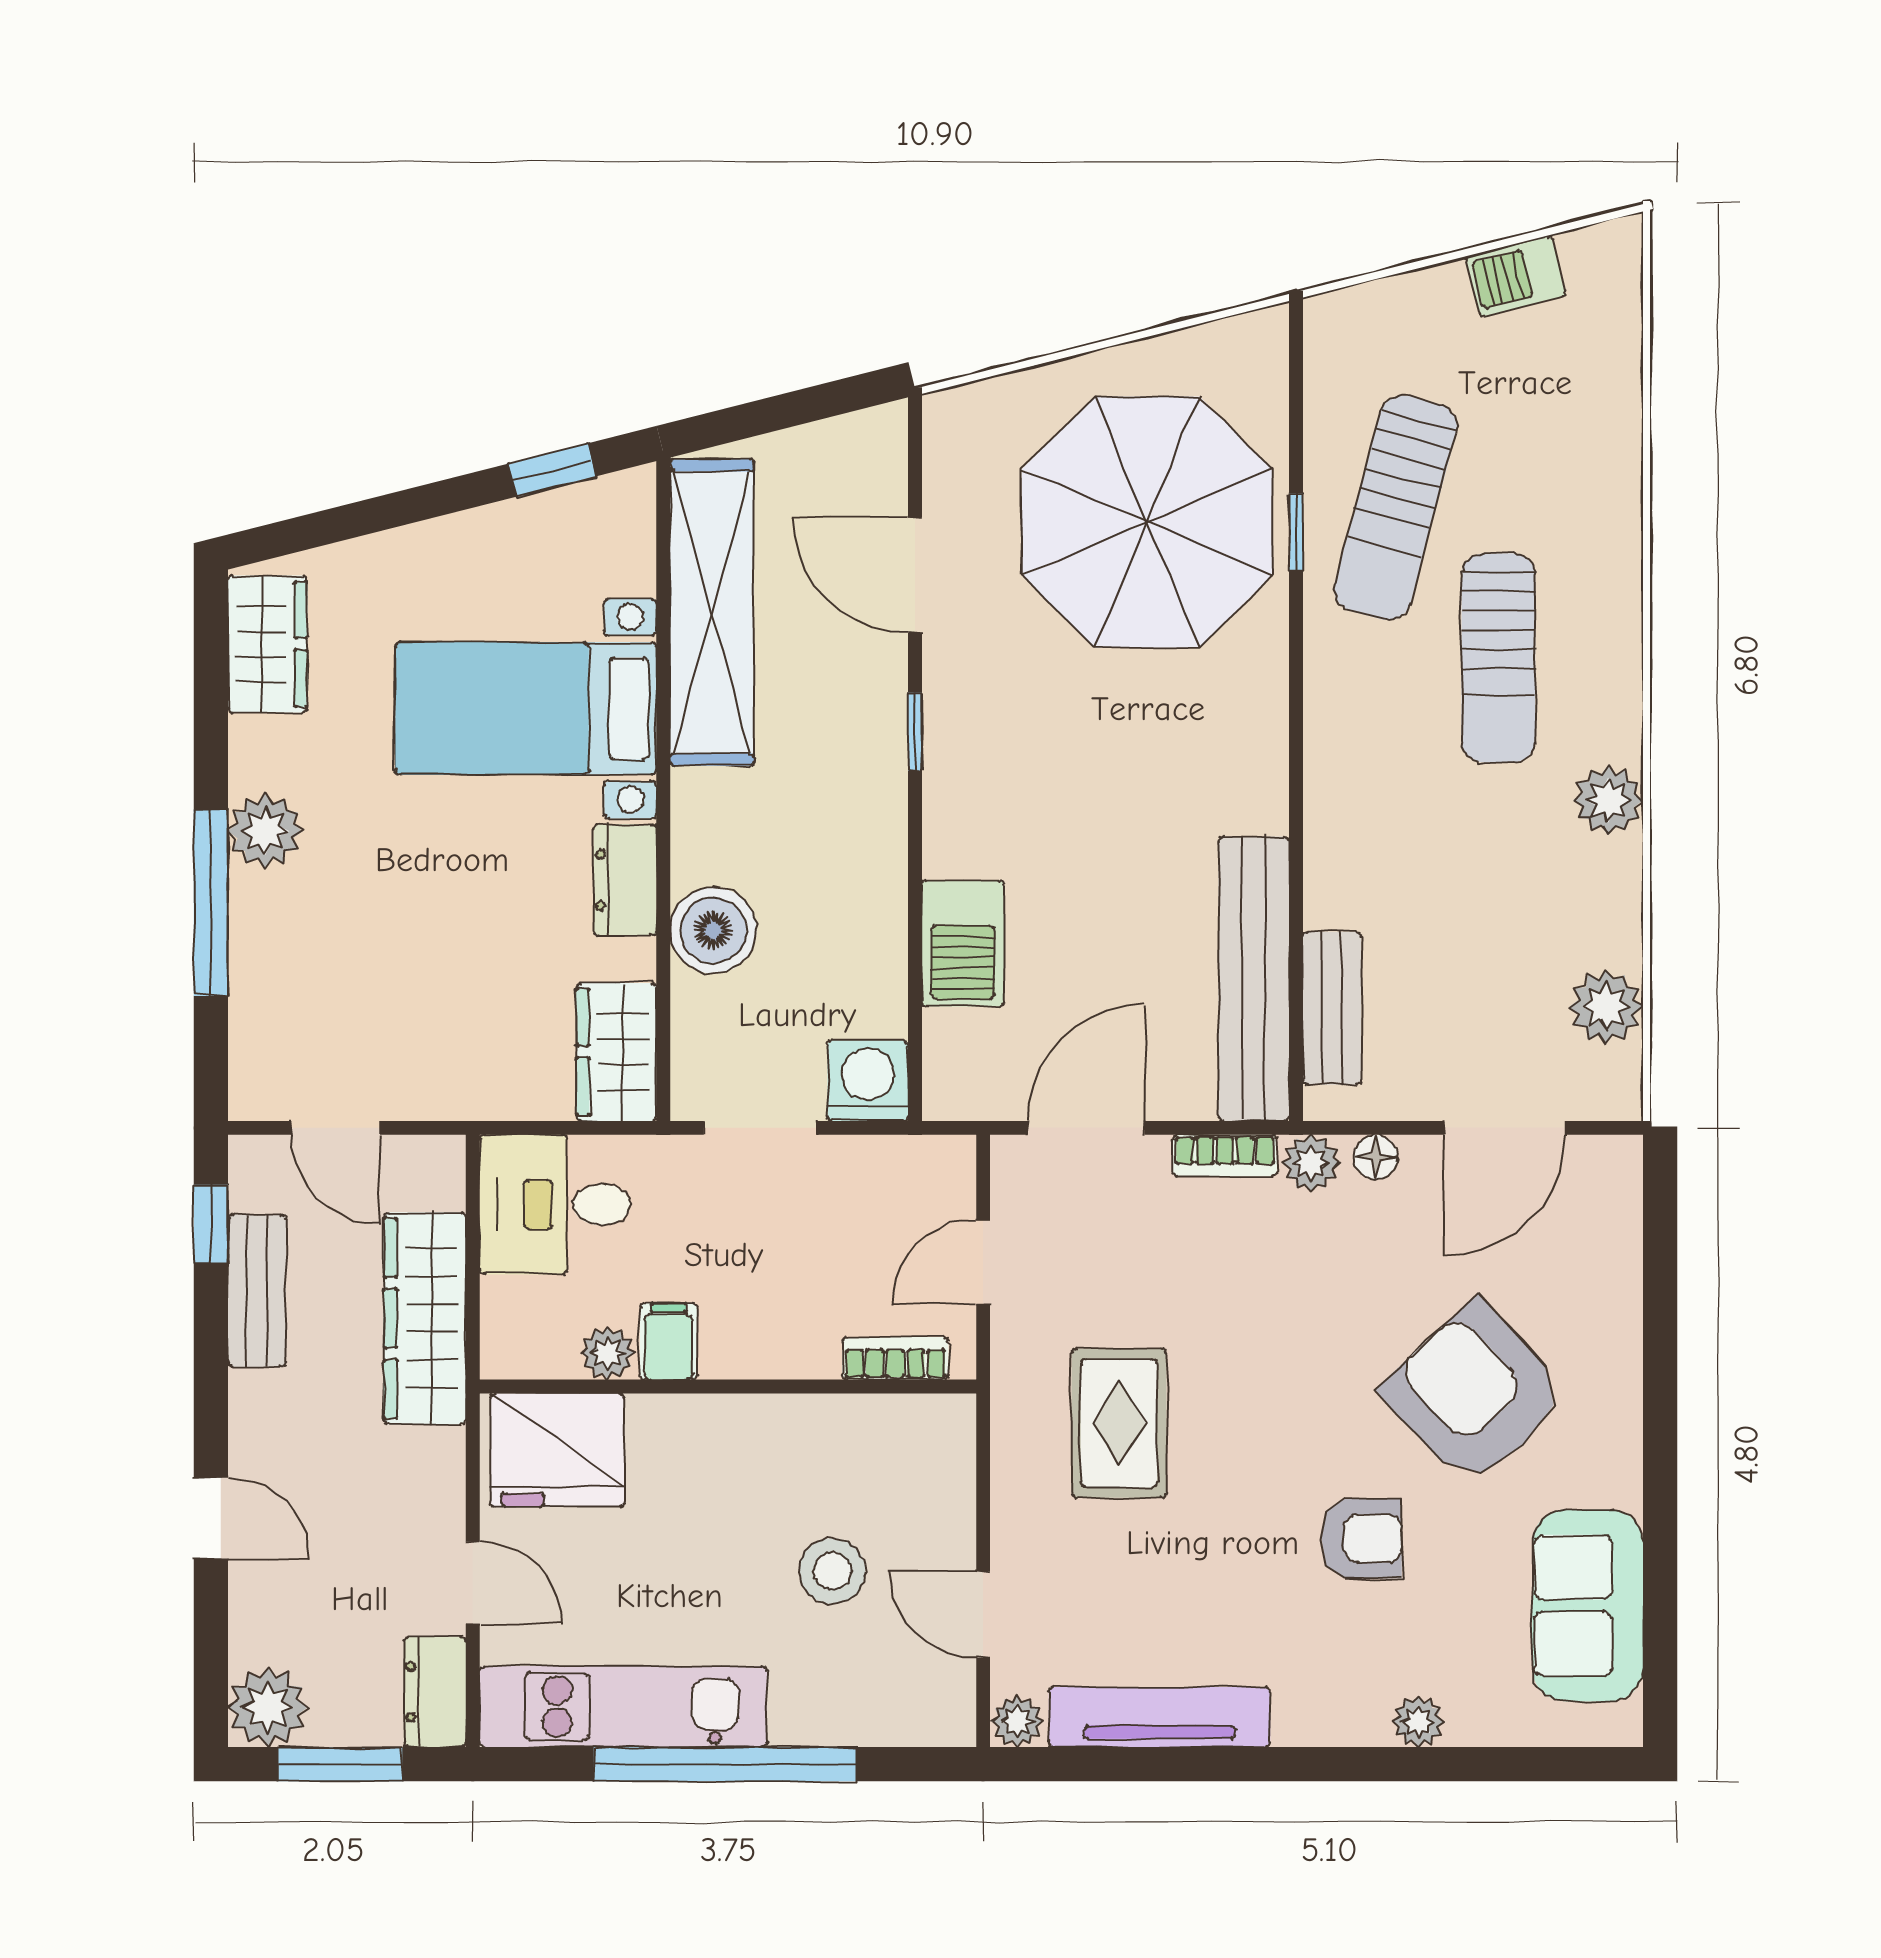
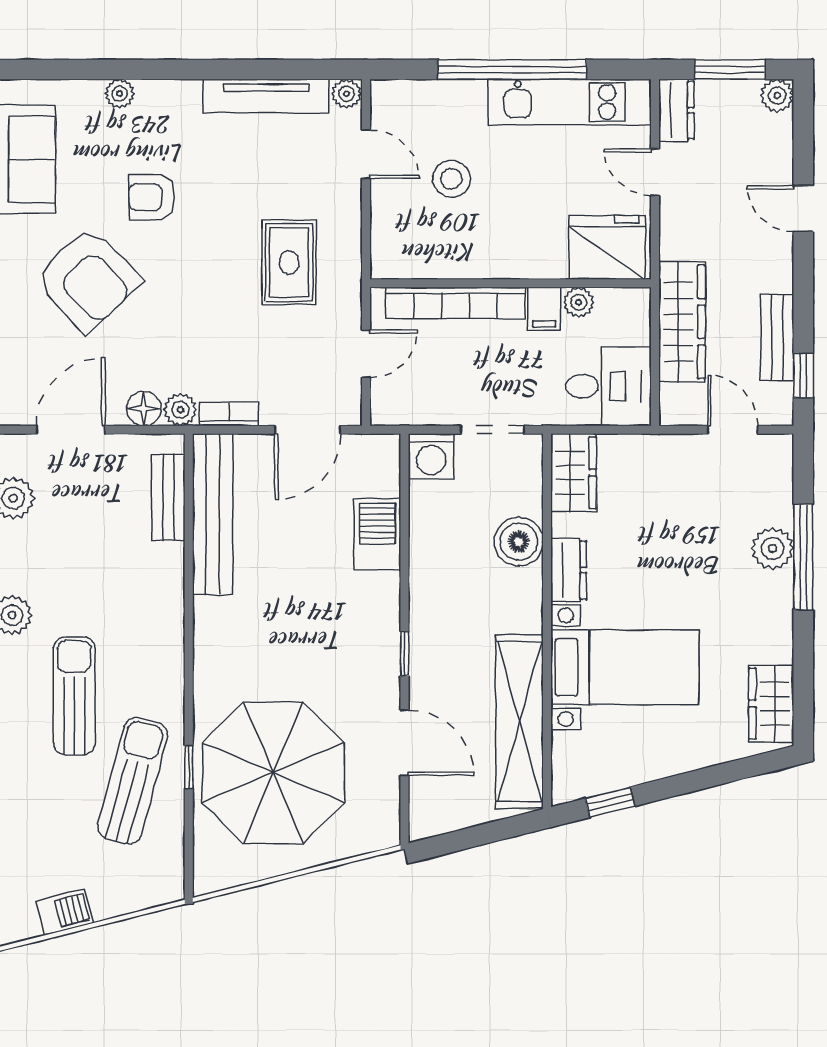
plant: (265, 831) -> (772, 548), moved
floor lamp: (1376, 1157) -> (144, 409), width x1.37, depth x1.37
bookcase: (895, 1358) -> (455, 303), width x2.31, depth x1.31
plant: (268, 1707) -> (777, 96), width x0.73, depth x0.73

